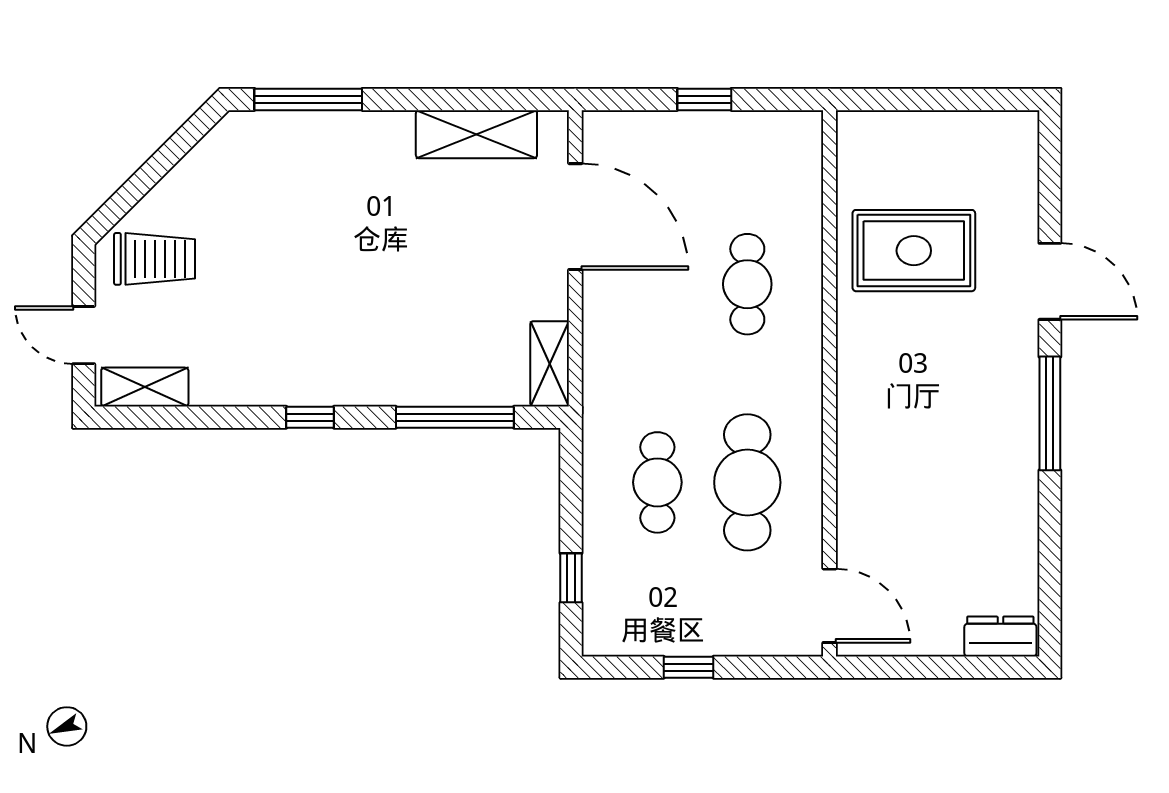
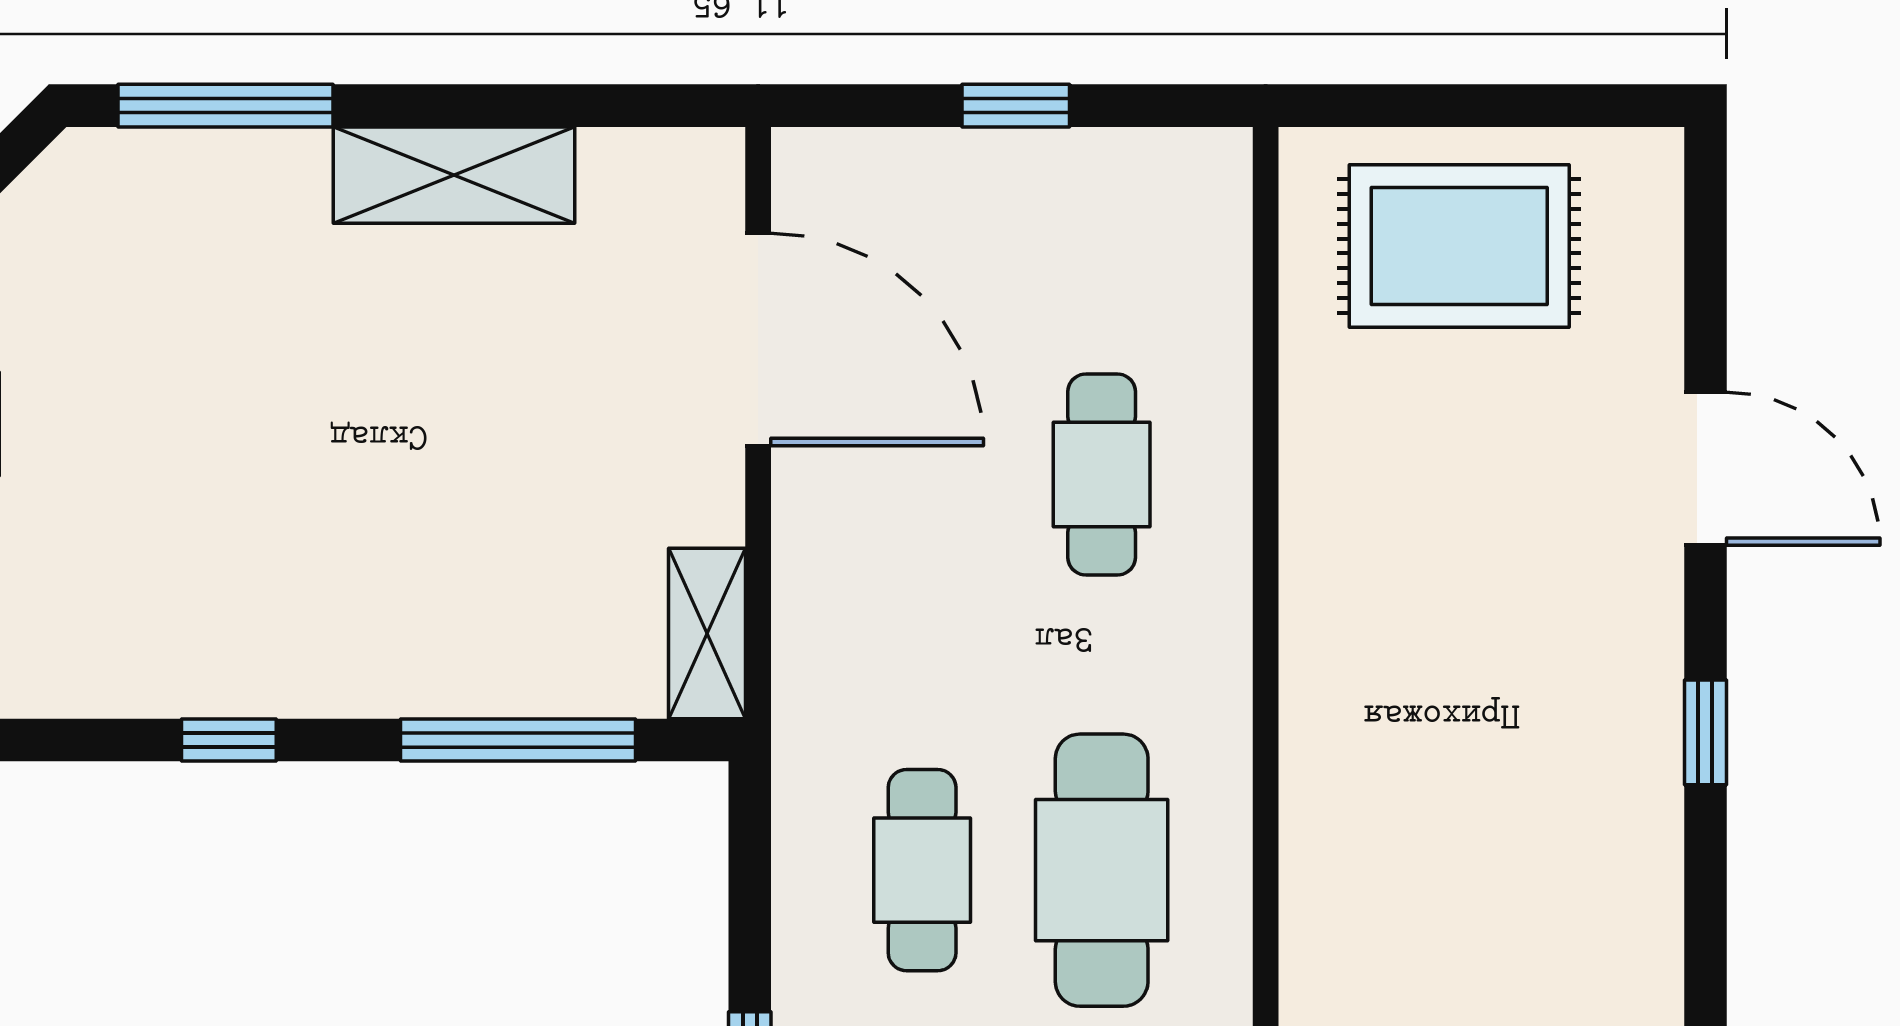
shelving: (476, 134) -> (454, 175), moved
rug: (914, 251) -> (1459, 246), moved
window: (1050, 413) -> (1705, 732), width x0.46

